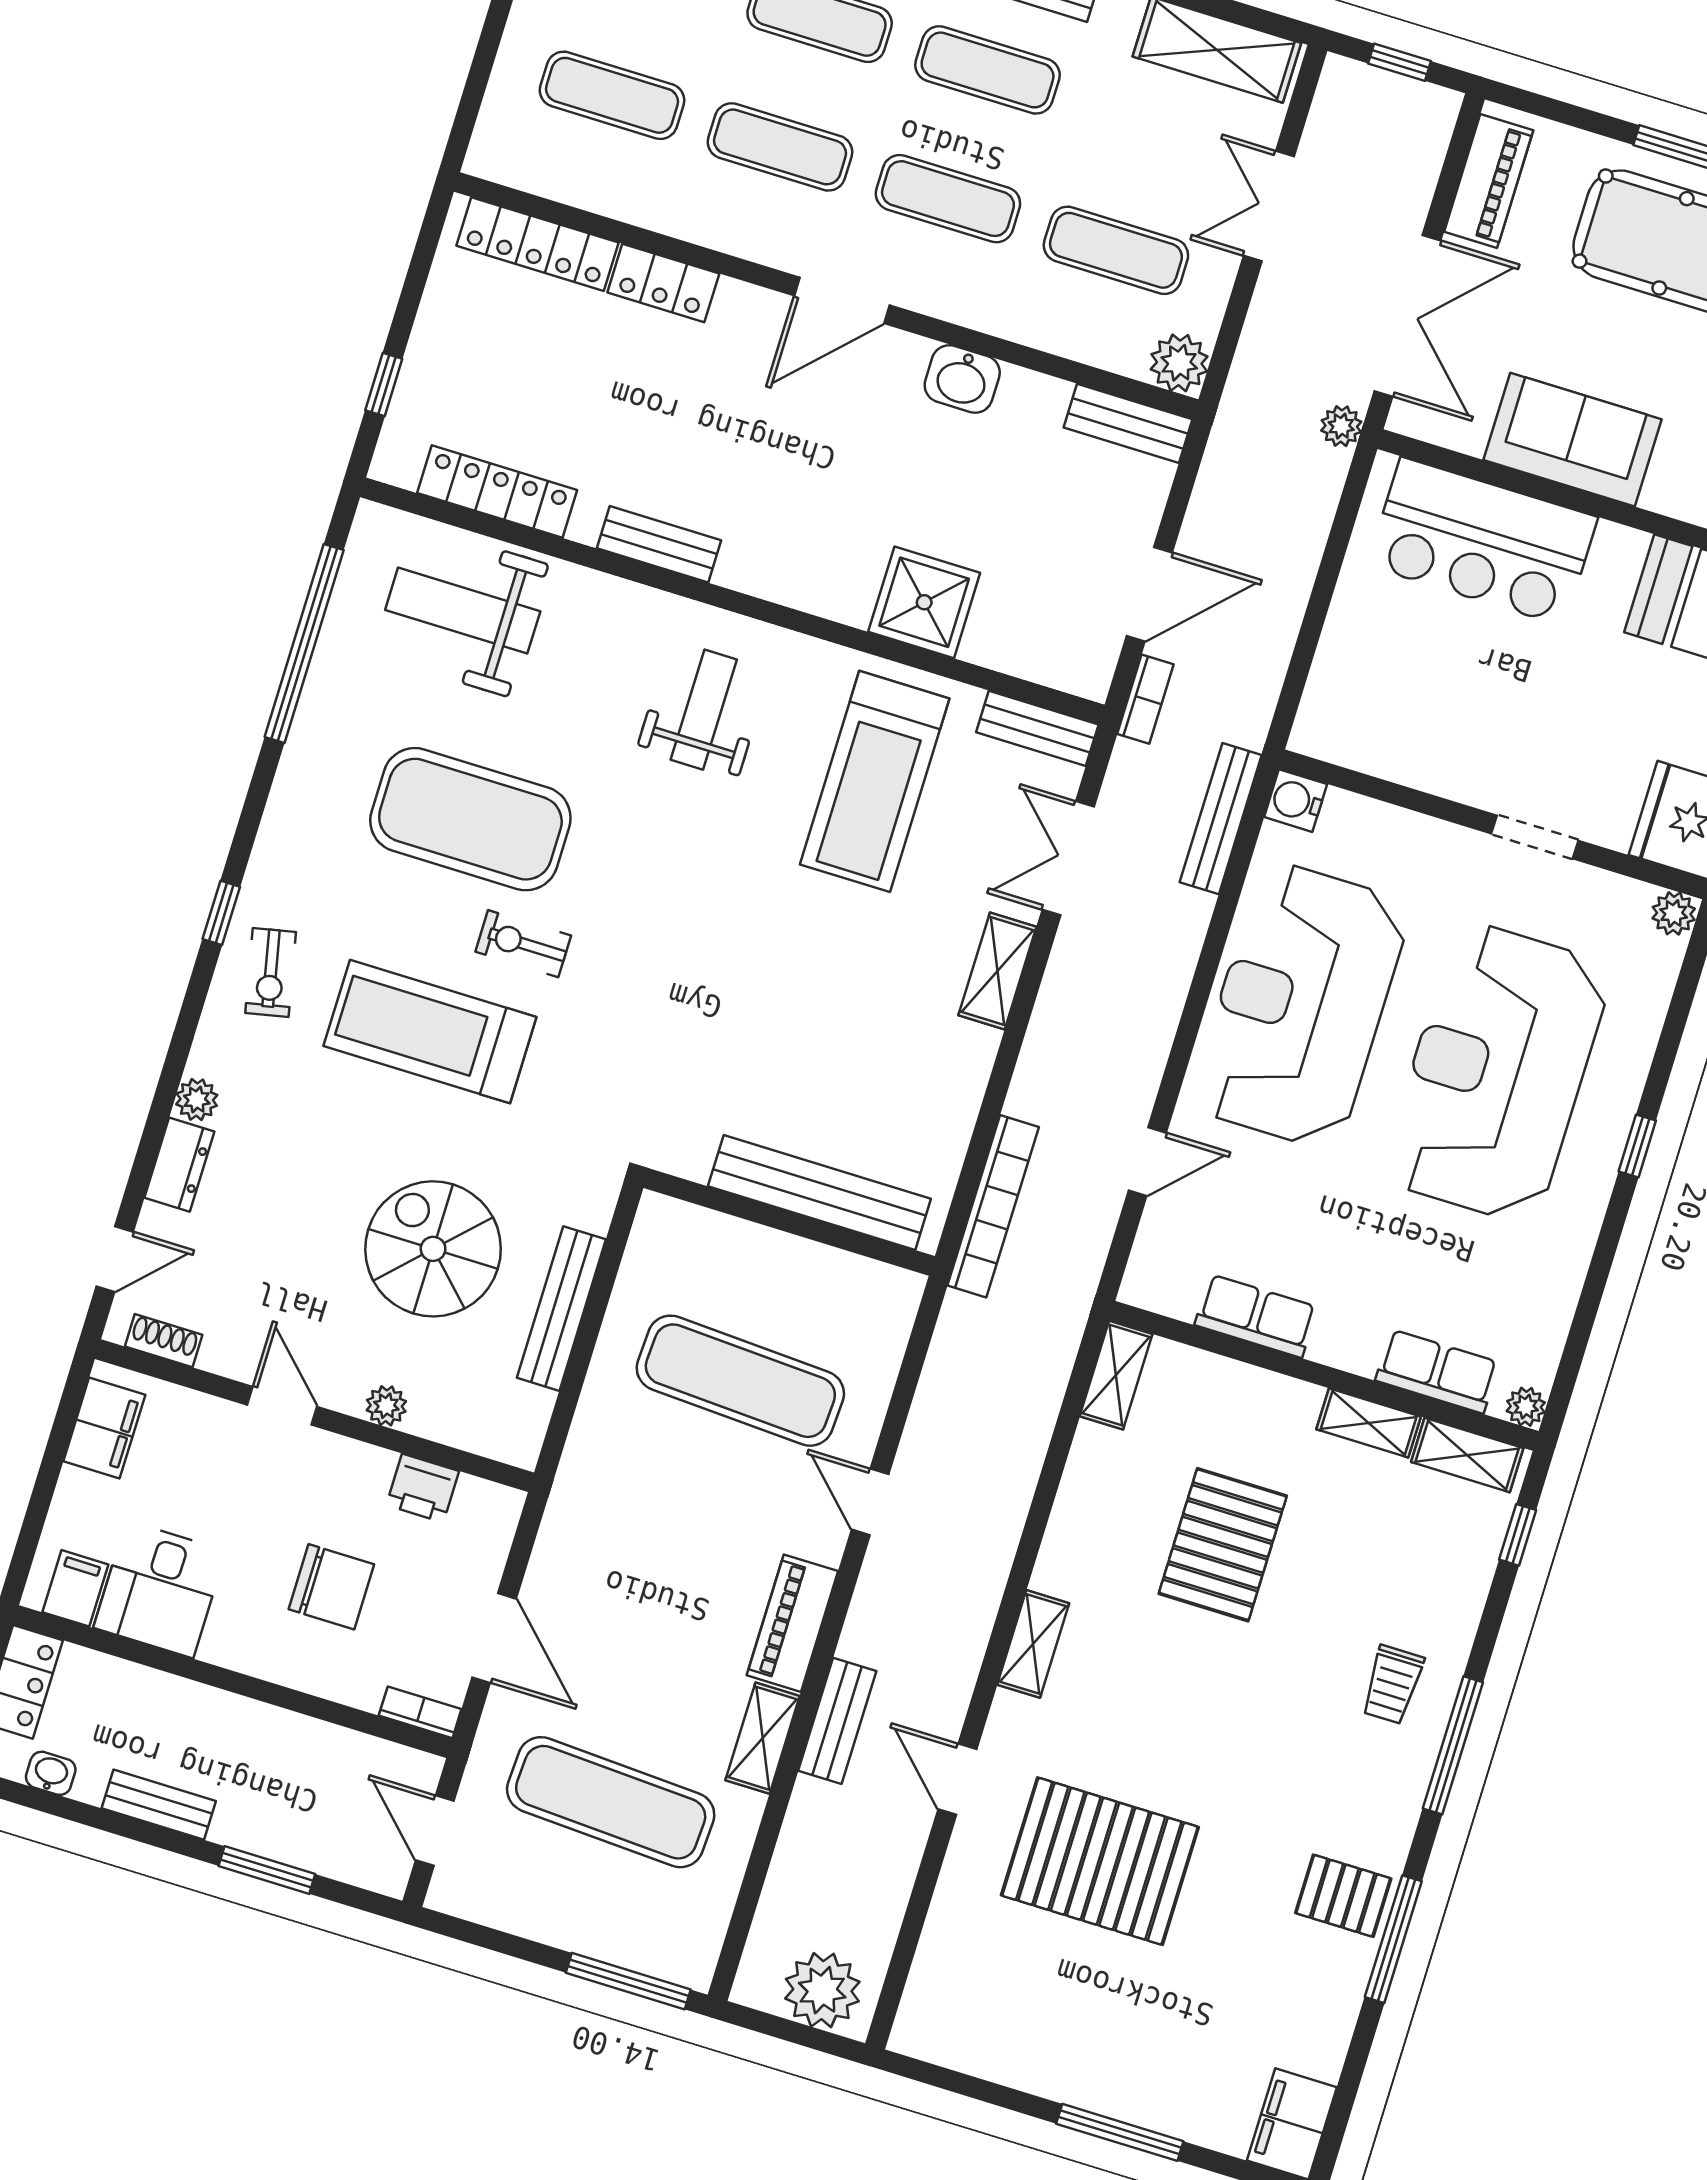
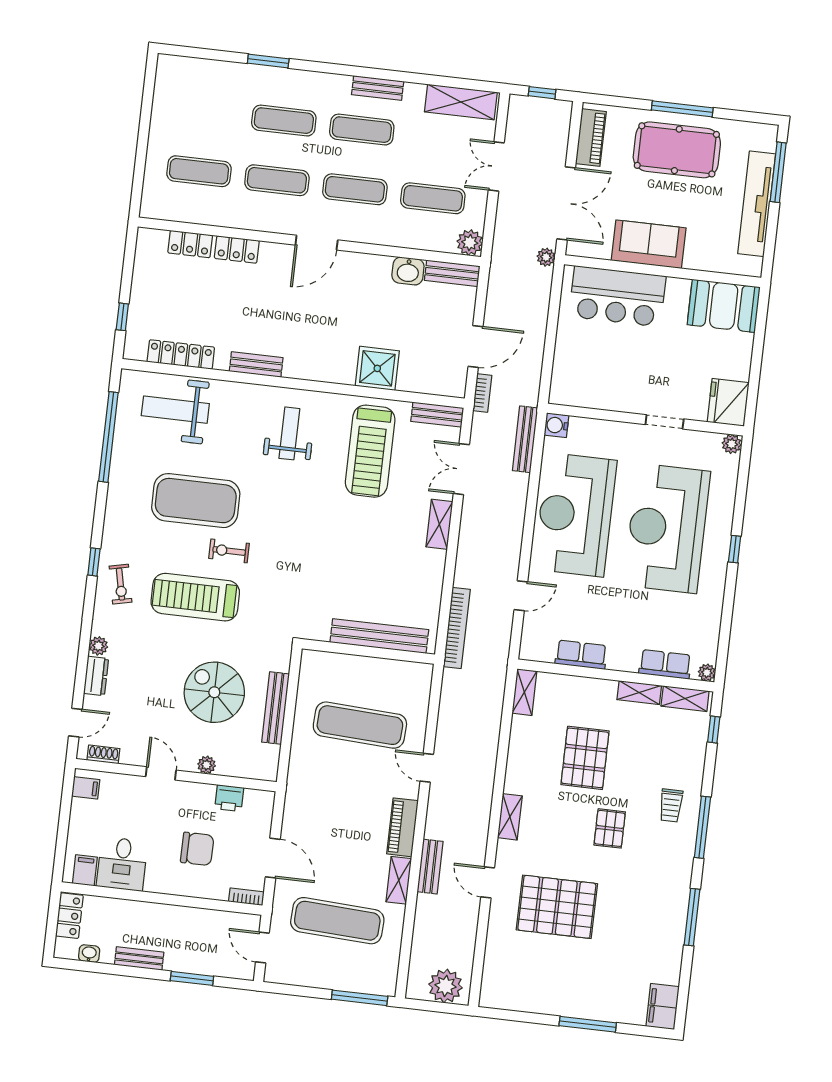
locker: (537, 244) -> (190, 244), width x0.66
washbasin: (962, 379) -> (408, 271), moved
filing cabinet: (104, 1428) -> (86, 788), width x0.50
pallet: (1343, 1896) -> (610, 828), moved, turned 90

